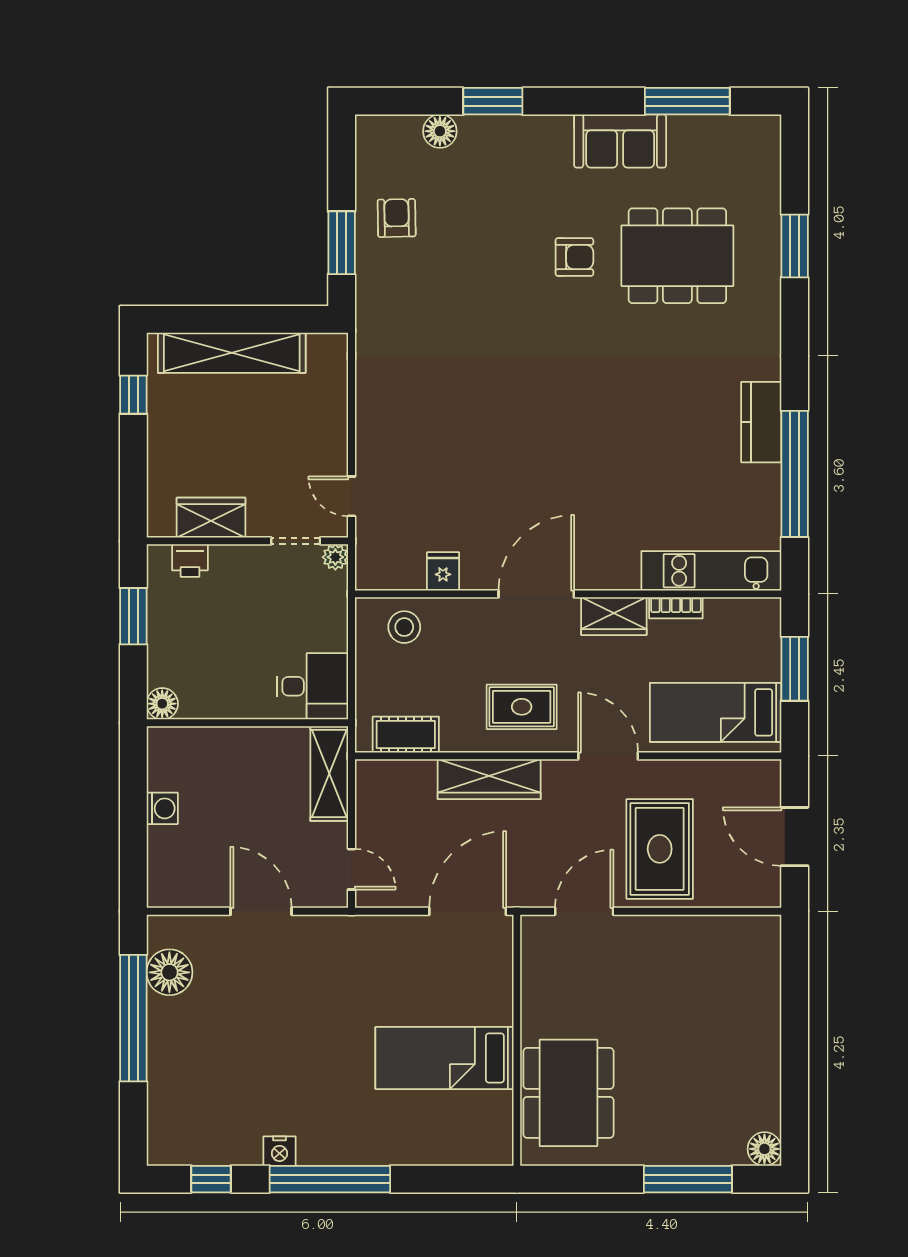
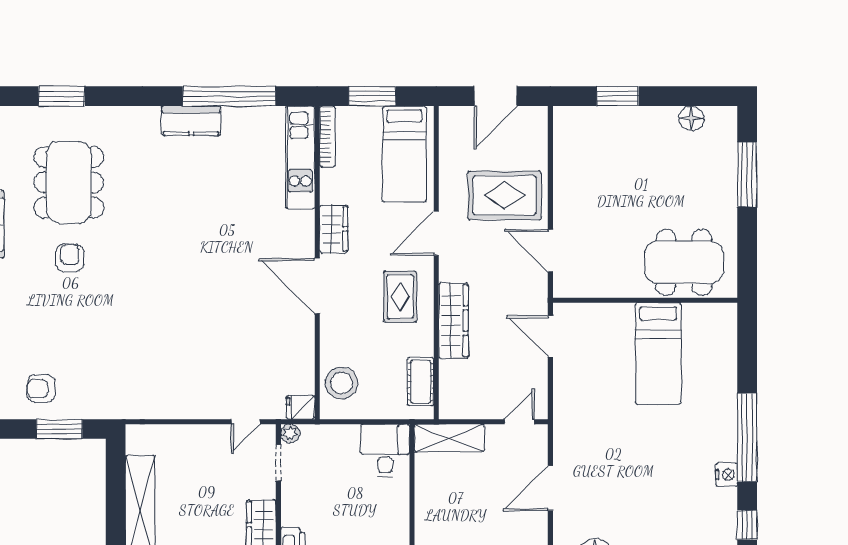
fridge: (443, 571) -> (301, 407), moved
bookcase: (676, 608) -> (327, 137), moved, width x1.56
stool: (404, 627) -> (342, 383), width x1.38, depth x1.38
door: (468, 911) -> (550, 336), width x0.73
window: (795, 1003) -> (618, 96), added
floor lamp: (764, 1149) -> (691, 118), moved

